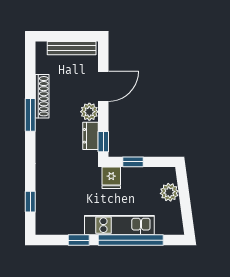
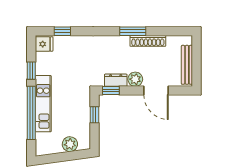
fridge: (111, 178) -> (44, 44), moved, turned 180

